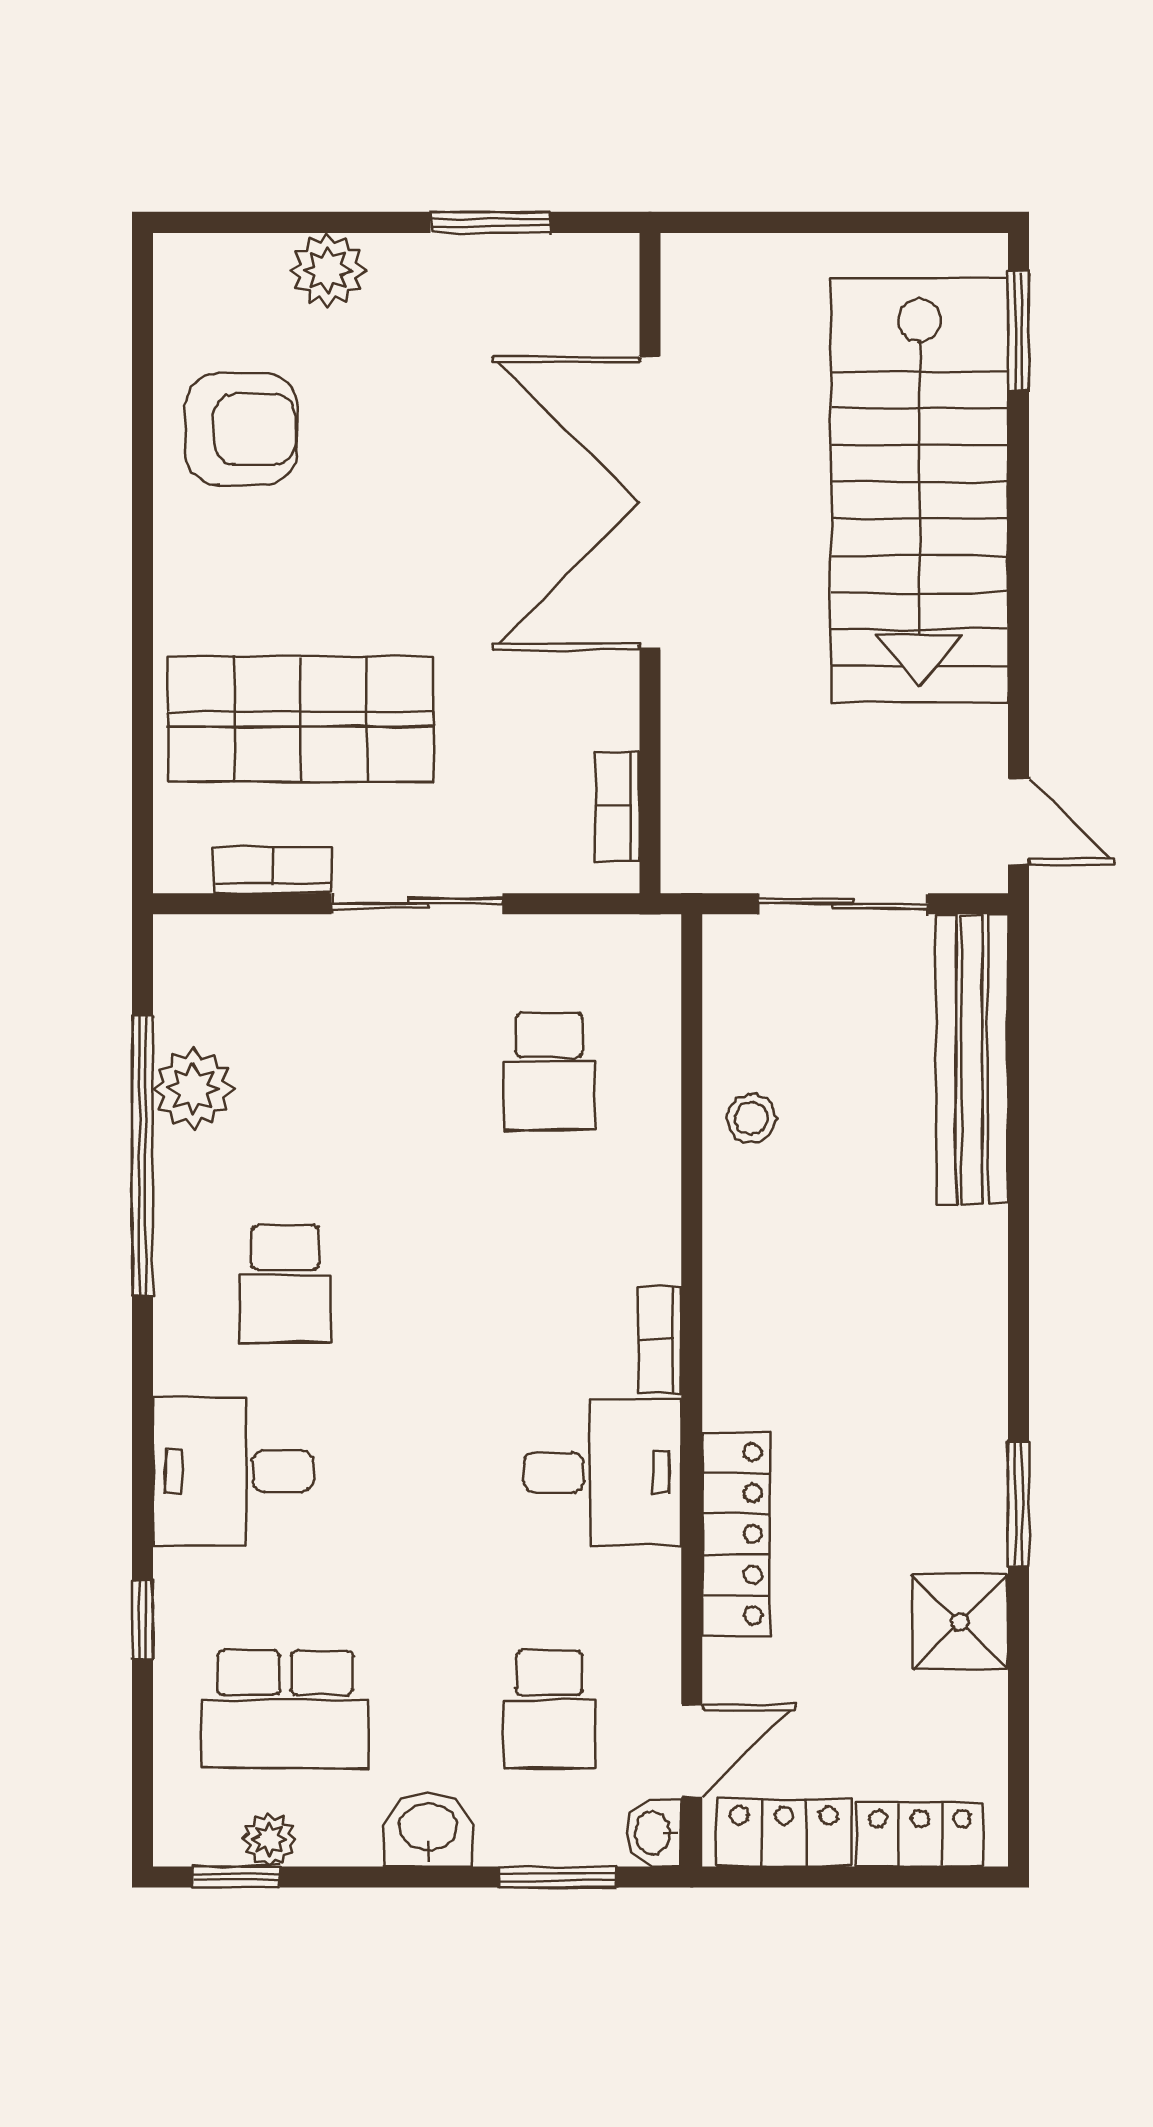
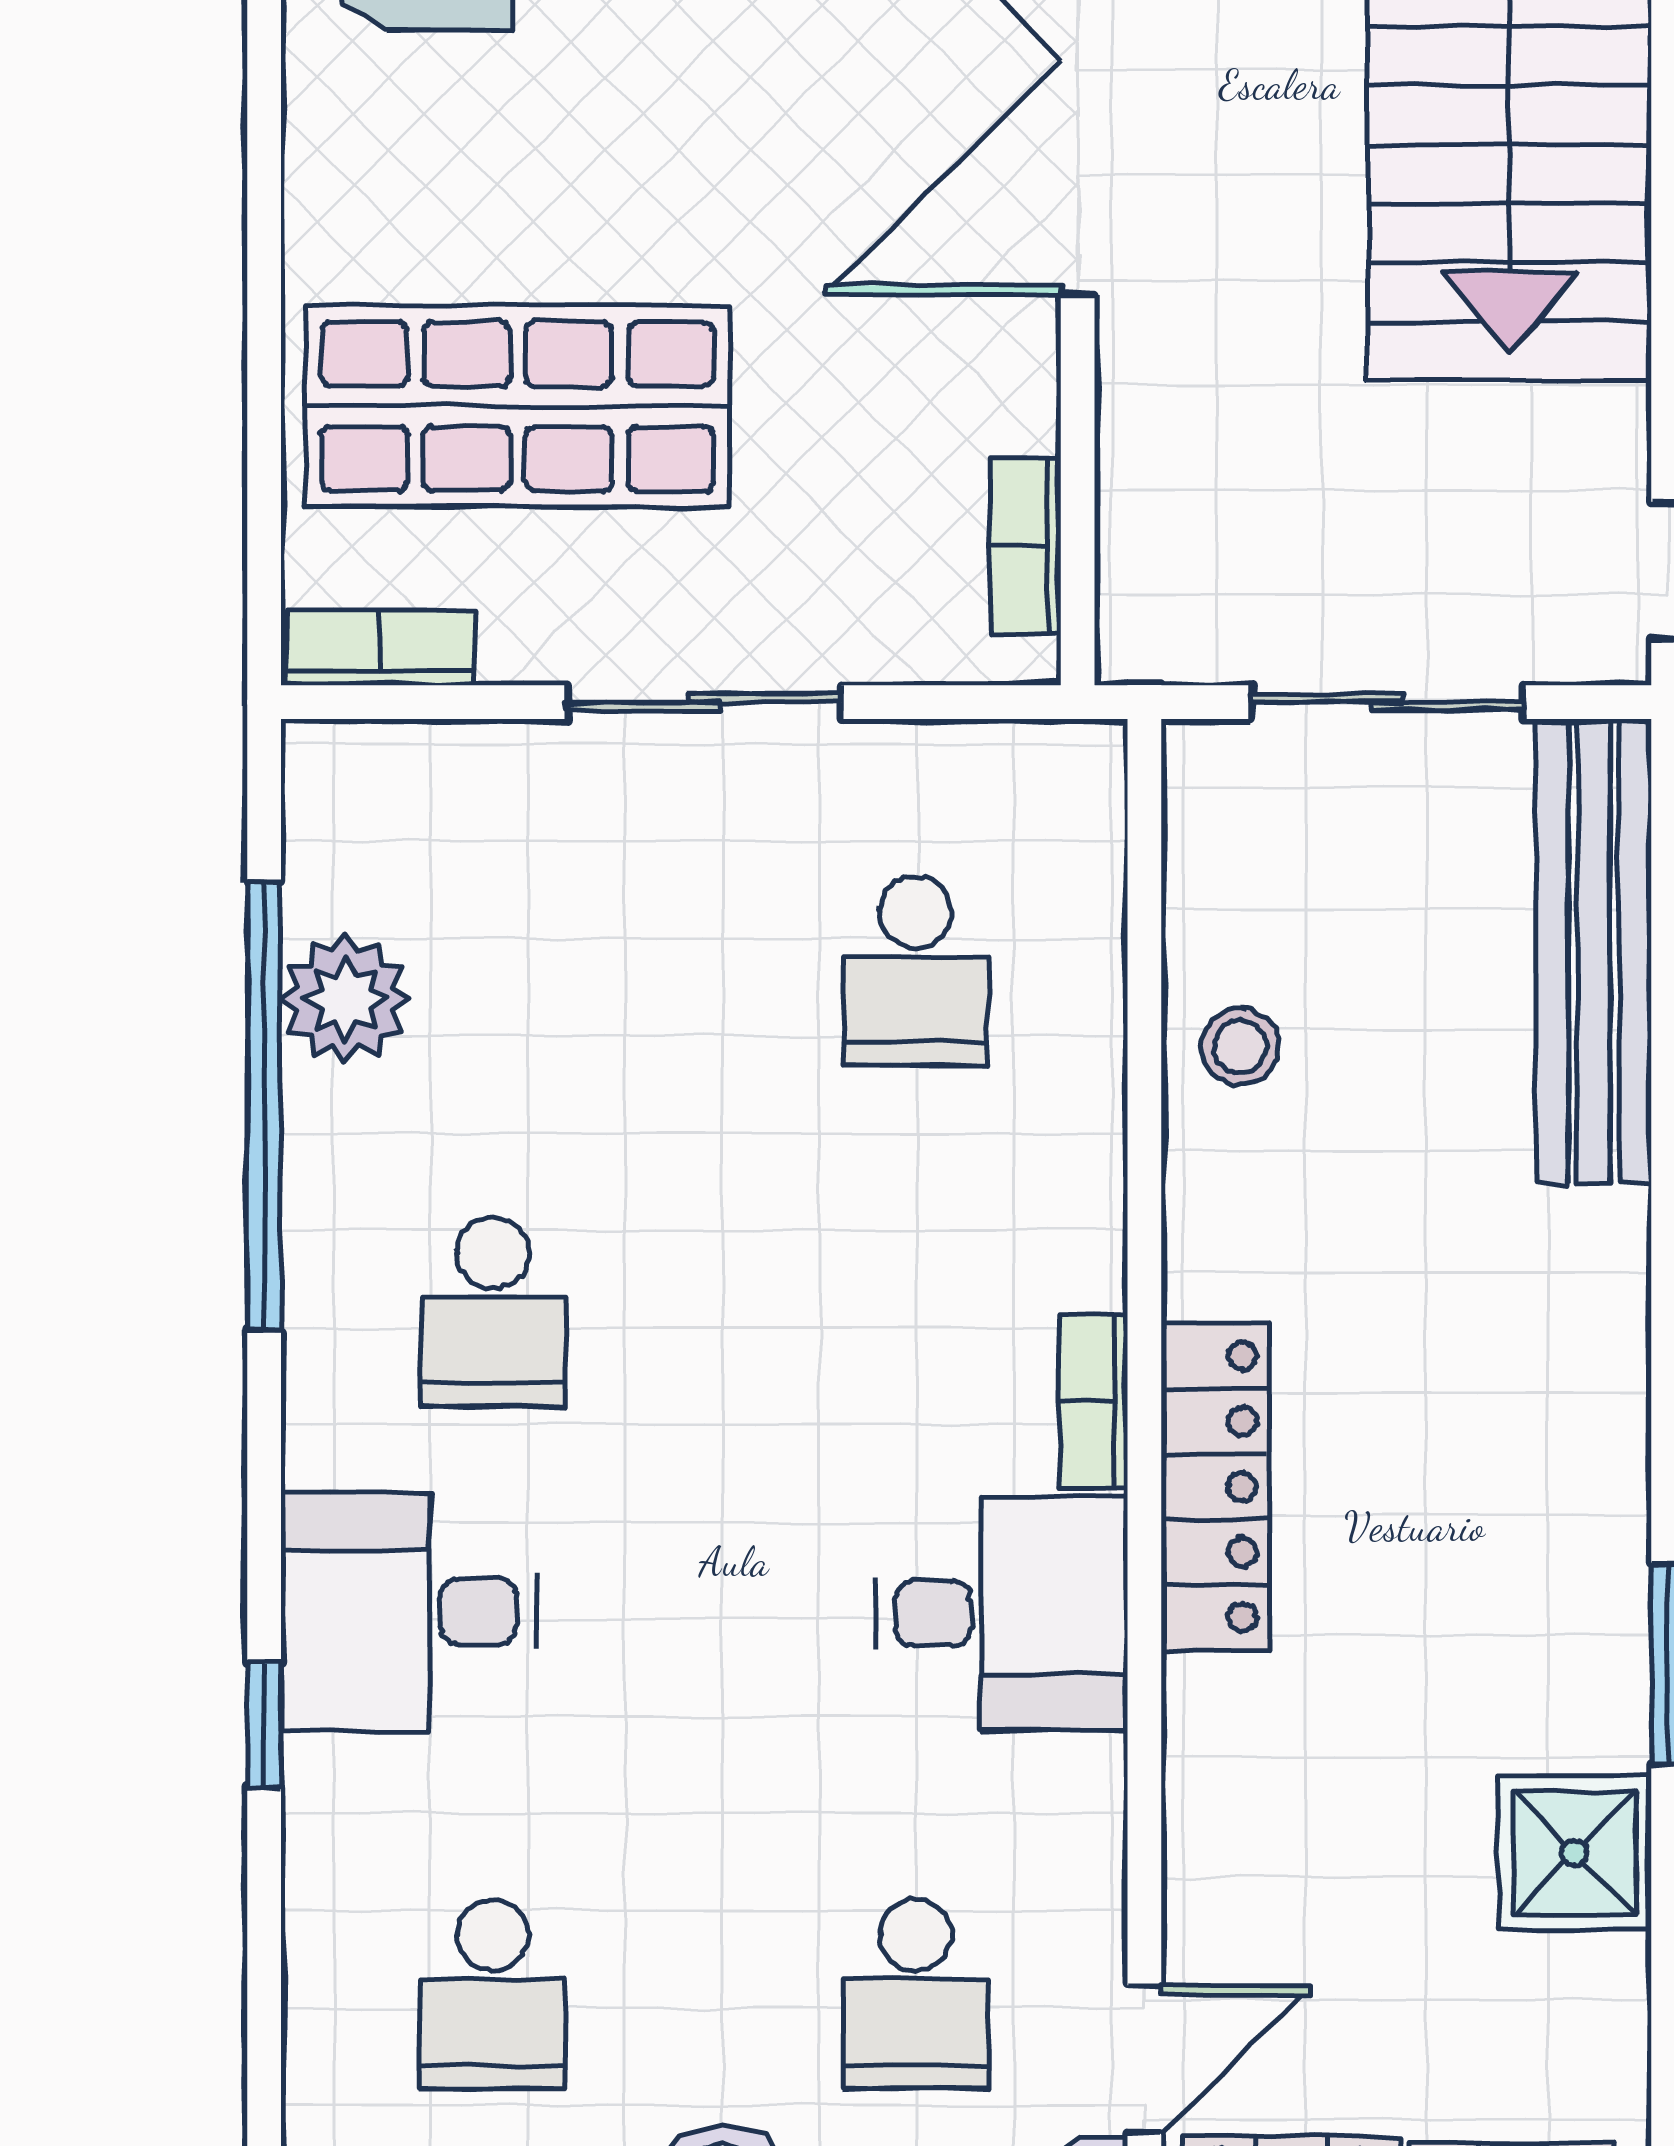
bookcase: (272, 870) -> (380, 648), moved
locker: (736, 1534) -> (1215, 1487), moved
window: (143, 1620) -> (264, 1725), moved
school desk: (285, 1709) -> (493, 1994), width x0.54

